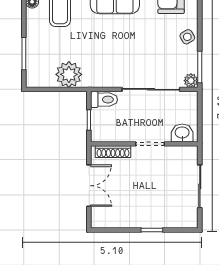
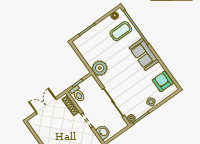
plant: (69, 74) -> (100, 68), moved
toilet: (104, 100) -> (78, 94), moved
double door: (89, 186) -> (46, 106), swing flipped

